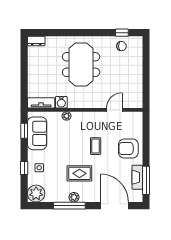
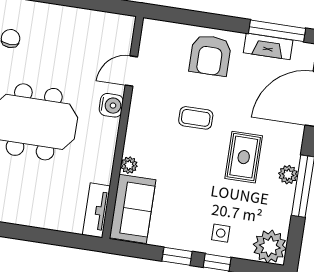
water cooler: (61, 102) -> (111, 105), moved
door: (114, 110) -> (131, 71), hinge flipped
window: (24, 131) -> (177, 256), moved
sofa: (37, 133) -> (133, 209), moved, turned 90

